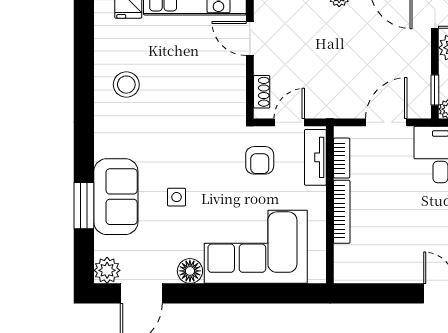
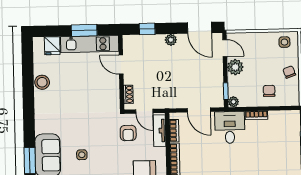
stool: (126, 85) -> (42, 82), moved
door: (289, 122) -> (144, 111), swing flipped
door: (386, 122) -> (199, 110), swing flipped

